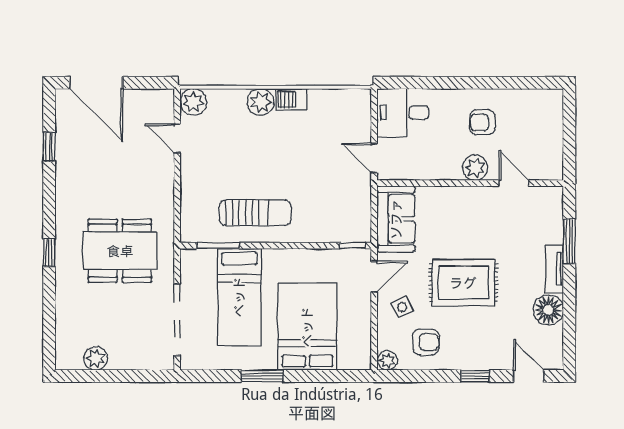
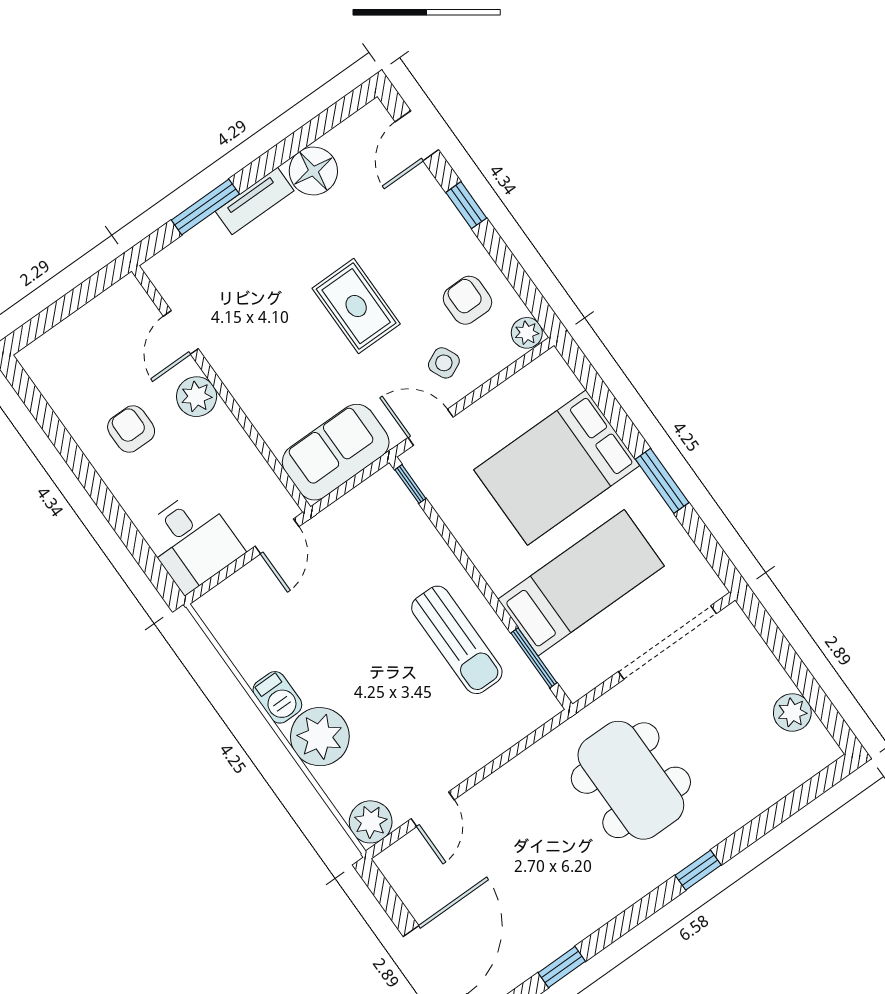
plant: (261, 102) -> (320, 737), width x1.36, depth x1.36
armchair: (482, 122) -> (131, 429), turned 180
sun lounger: (255, 213) -> (457, 640), turned 180
rug: (463, 283) -> (356, 306), width x0.73, depth x0.70

